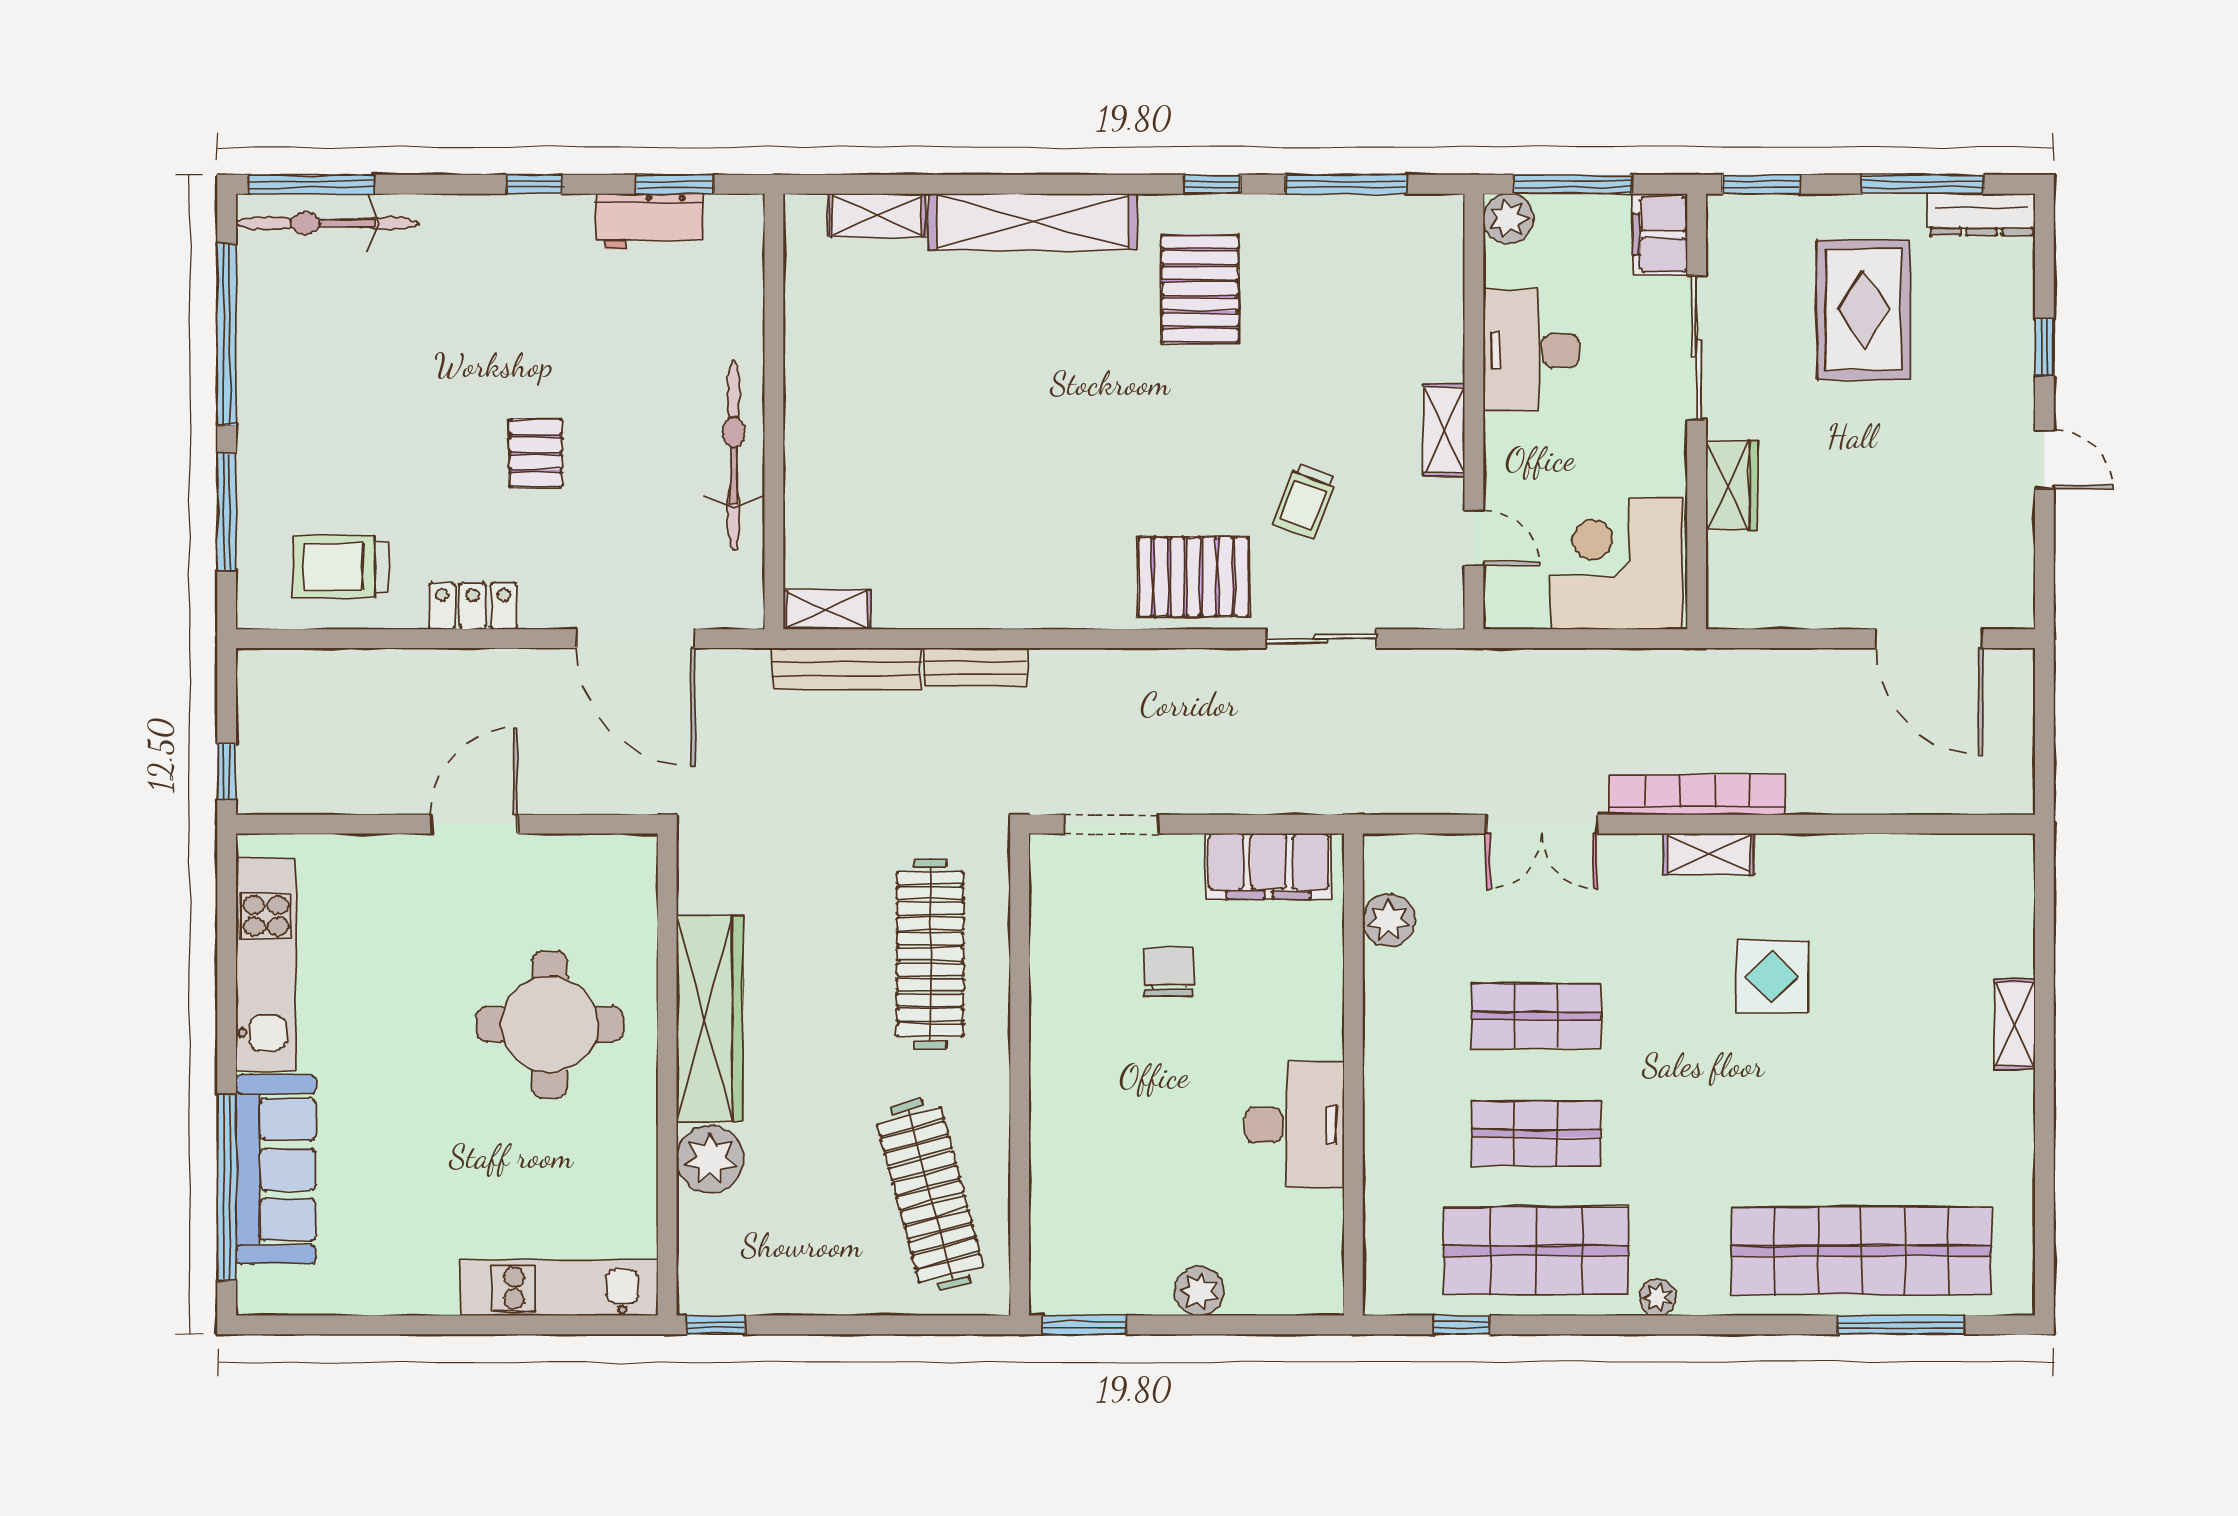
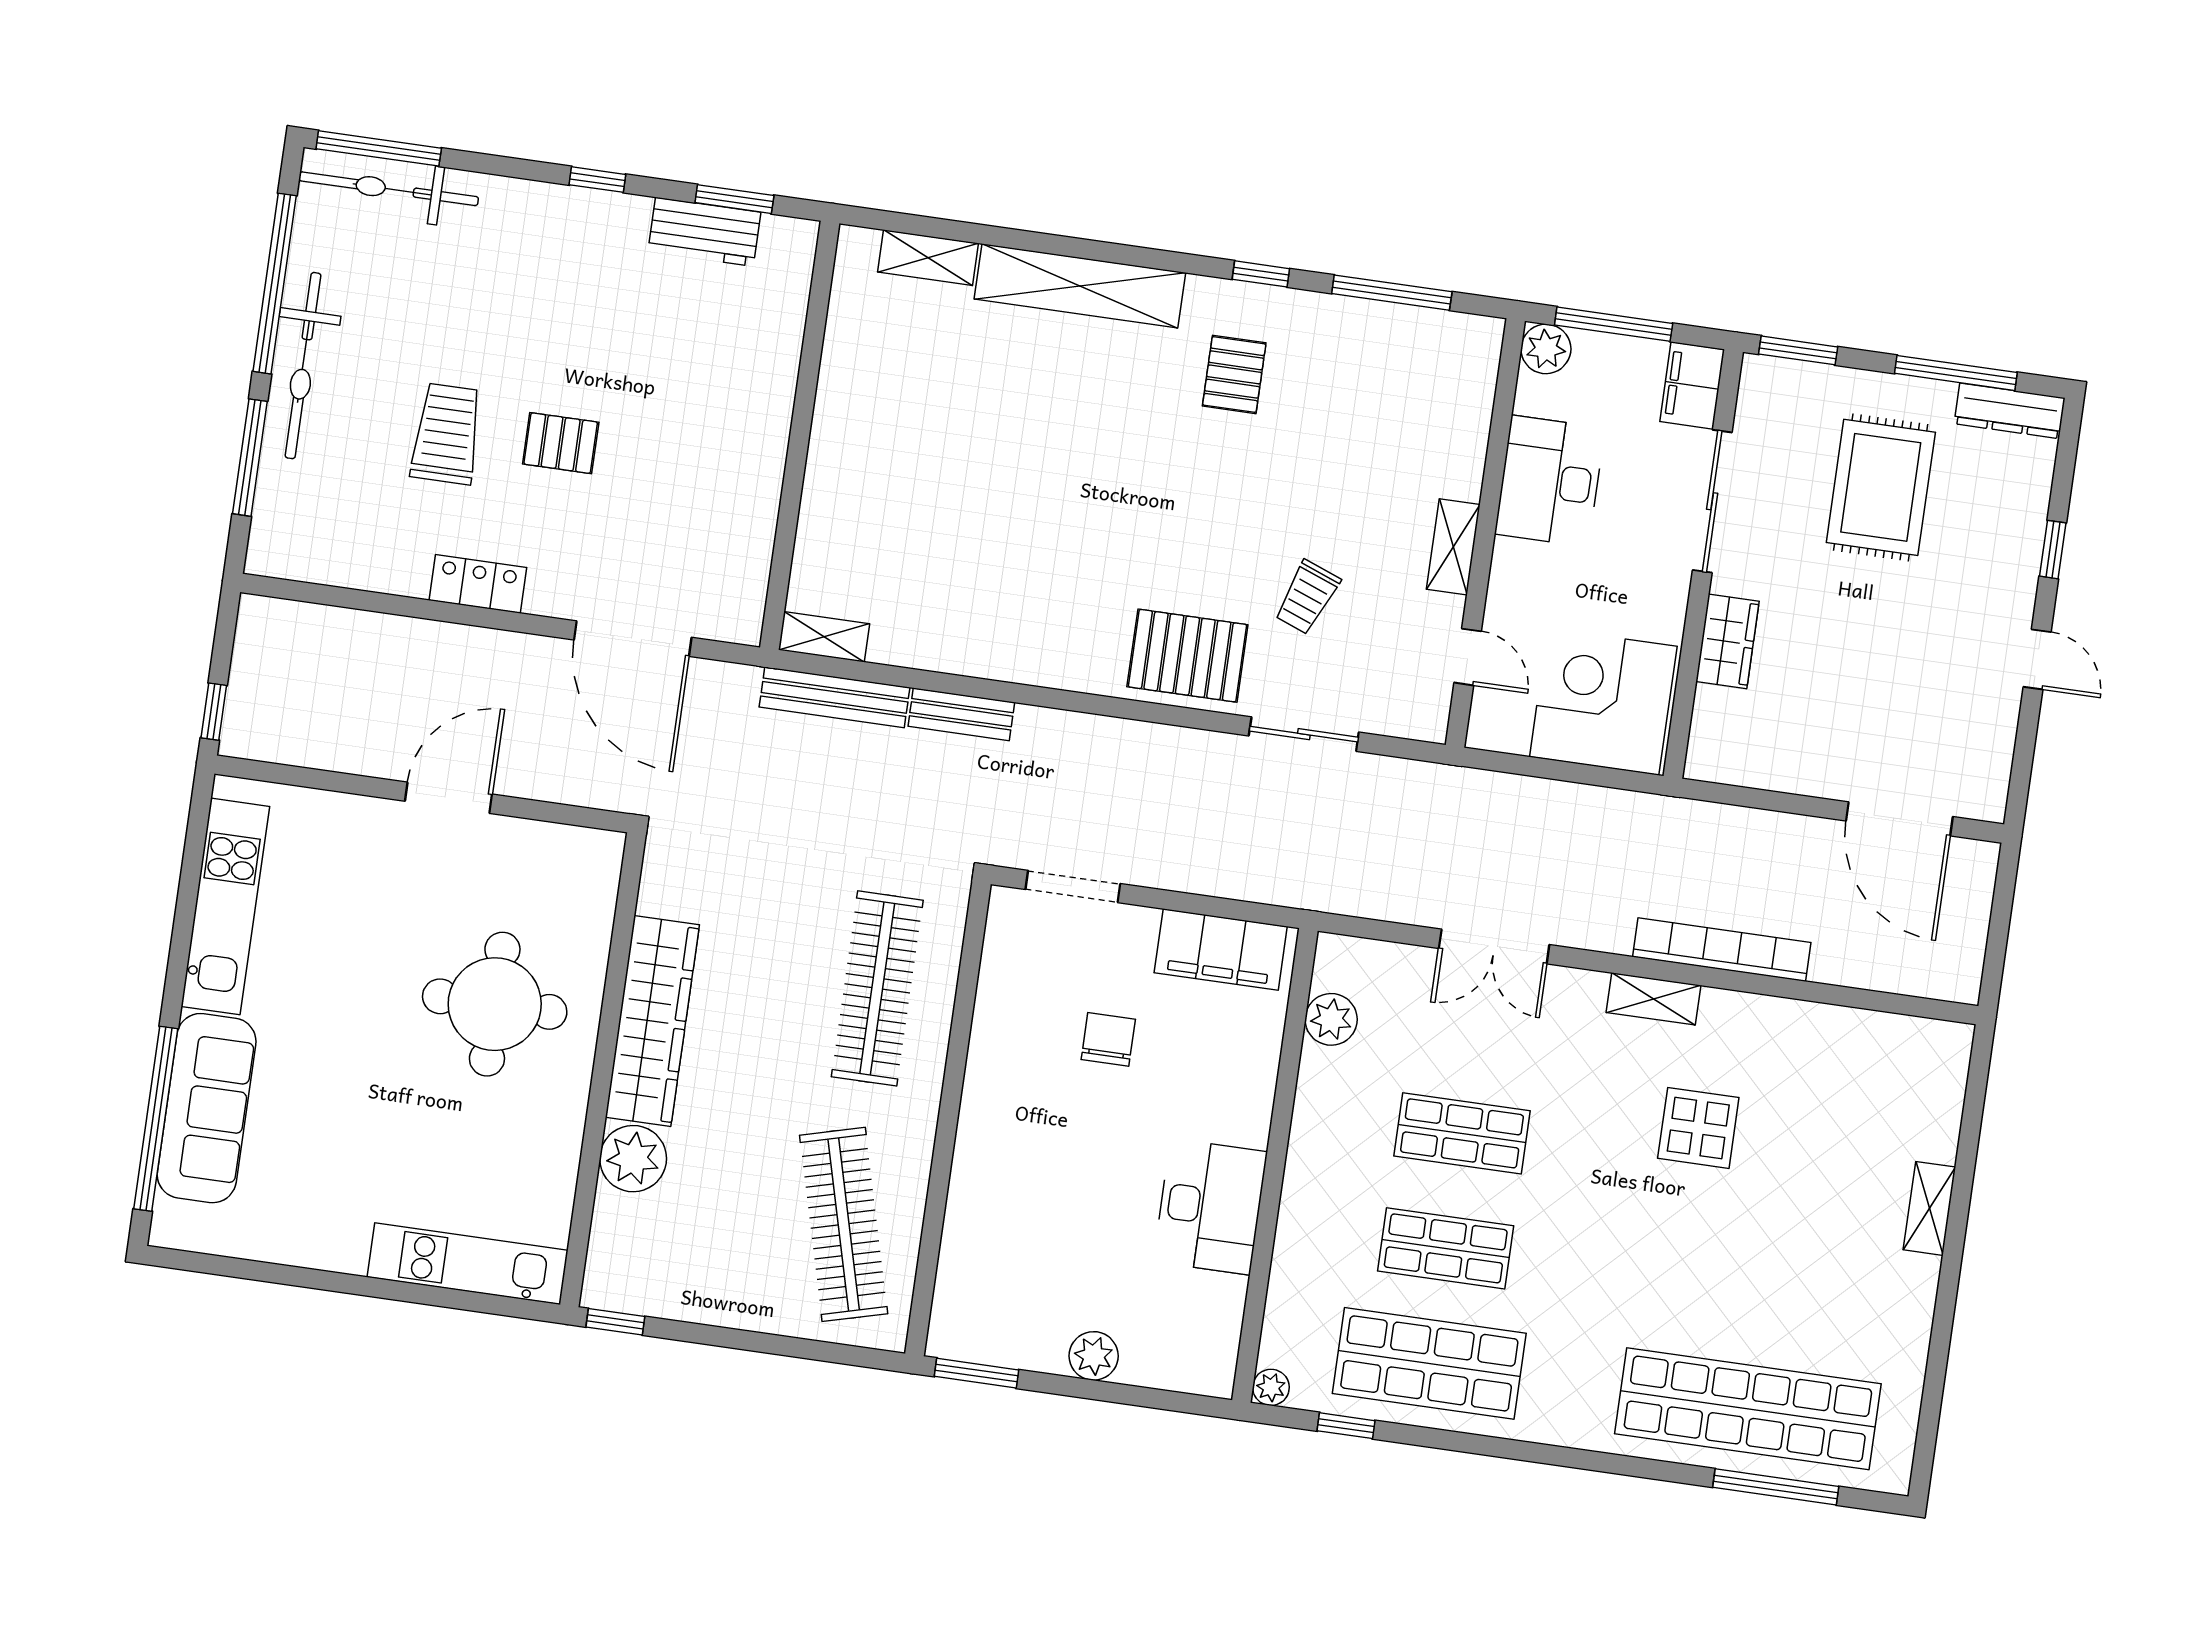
pallet: (1200, 289) -> (1234, 374), width x0.67, depth x0.71
pallet: (536, 453) -> (561, 443), turned 90
bicycle: (734, 455) -> (303, 366), moved, turned 180
trolley: (340, 567) -> (447, 434), moved, turned 90
bookcase: (1697, 795) -> (1722, 950), moved
plant: (1658, 1297) -> (1271, 1387), moved

